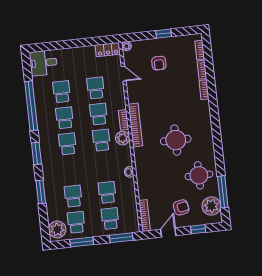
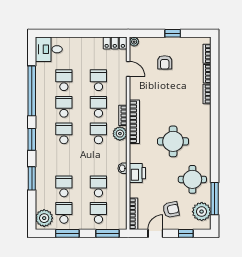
printer: (144, 175) -> (137, 173), added

